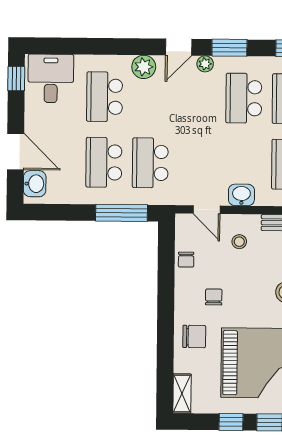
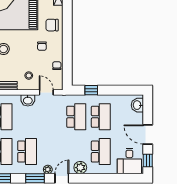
door: (16, 152) -> (148, 135), moved
window: (122, 213) -> (91, 90), width x0.46

